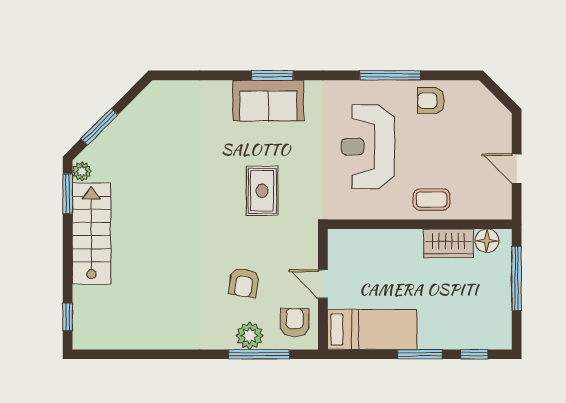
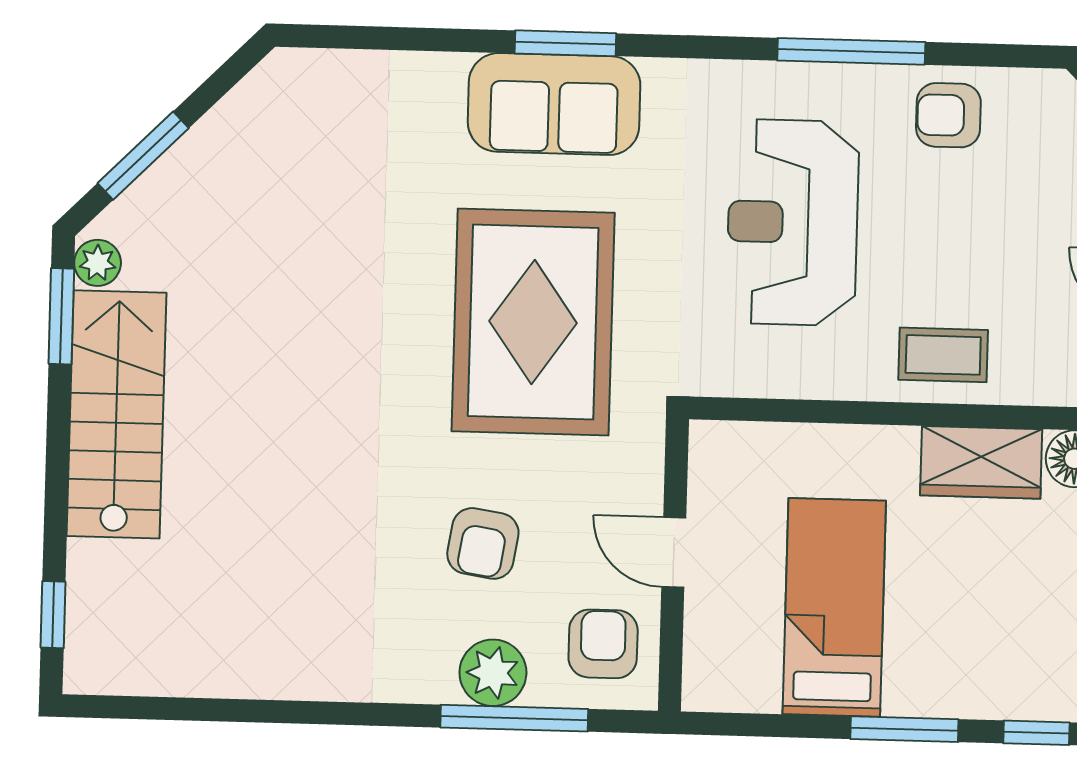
rug: (262, 191) -> (533, 322), width x1.86, depth x2.06
bed: (372, 329) -> (834, 607), moved, turned -90

